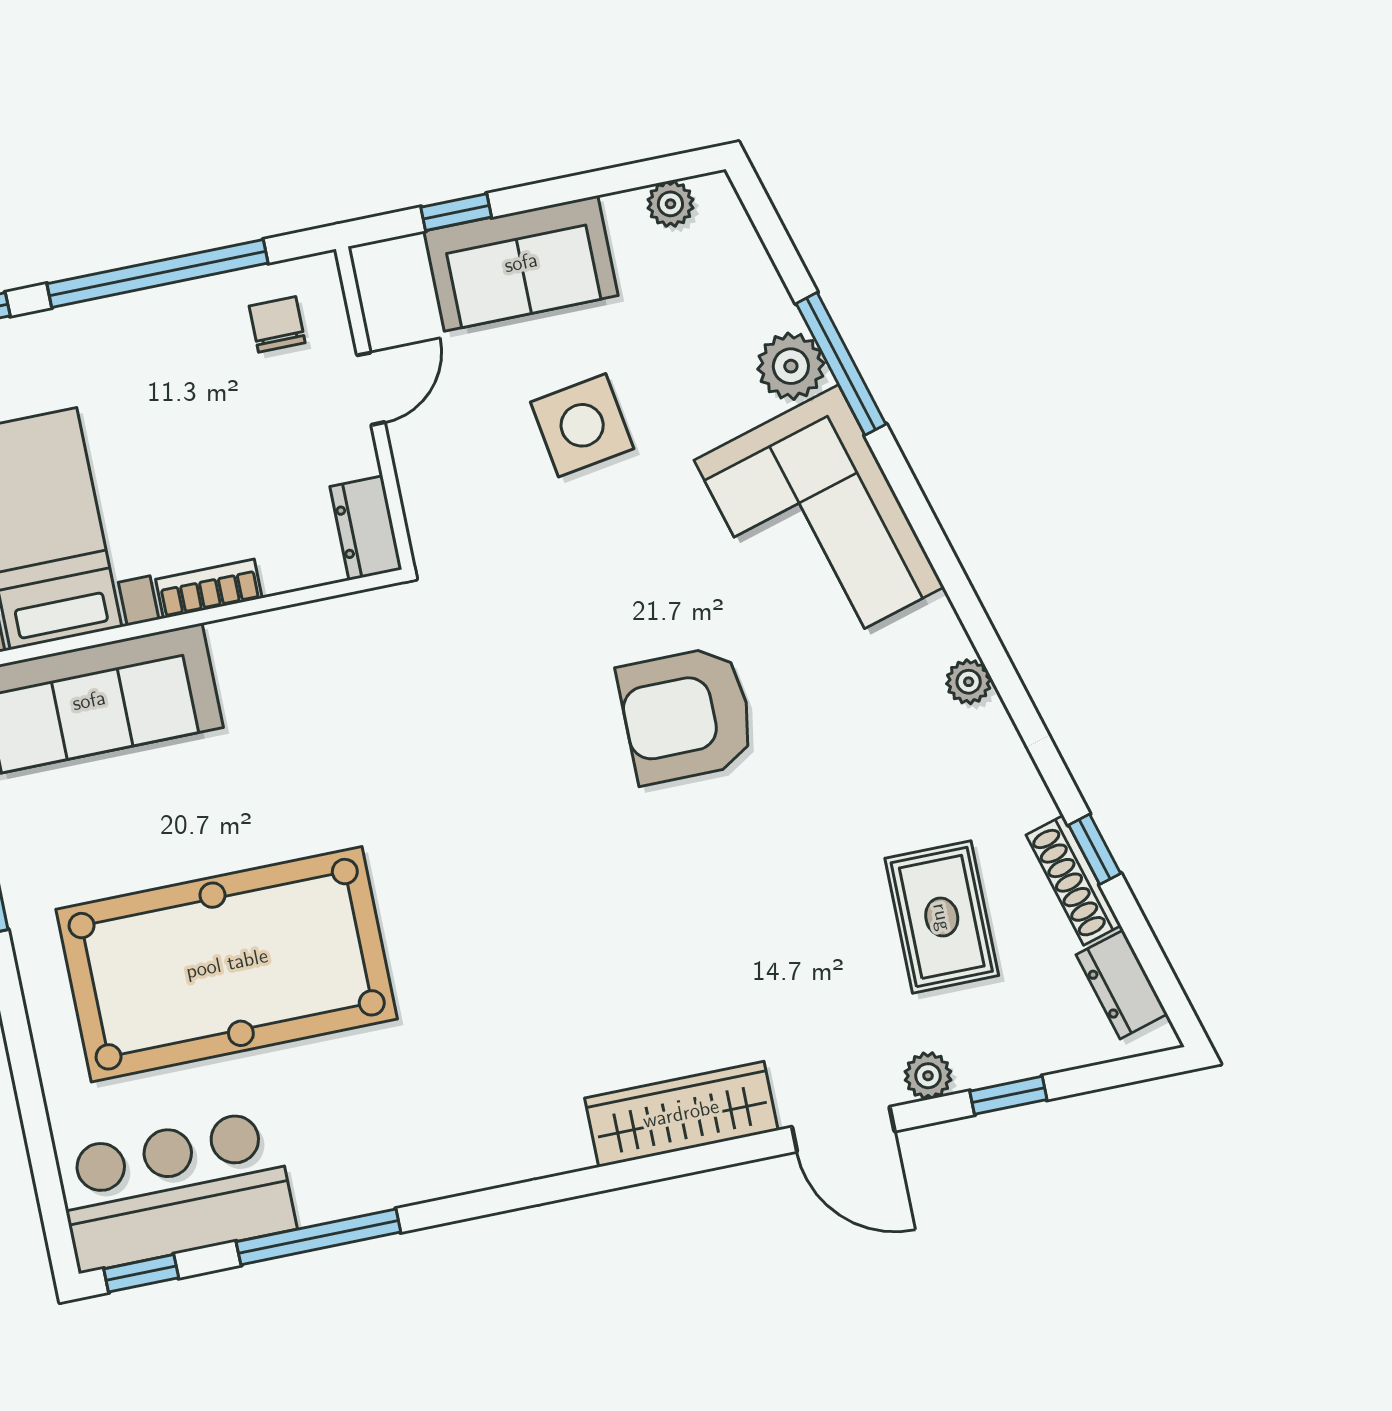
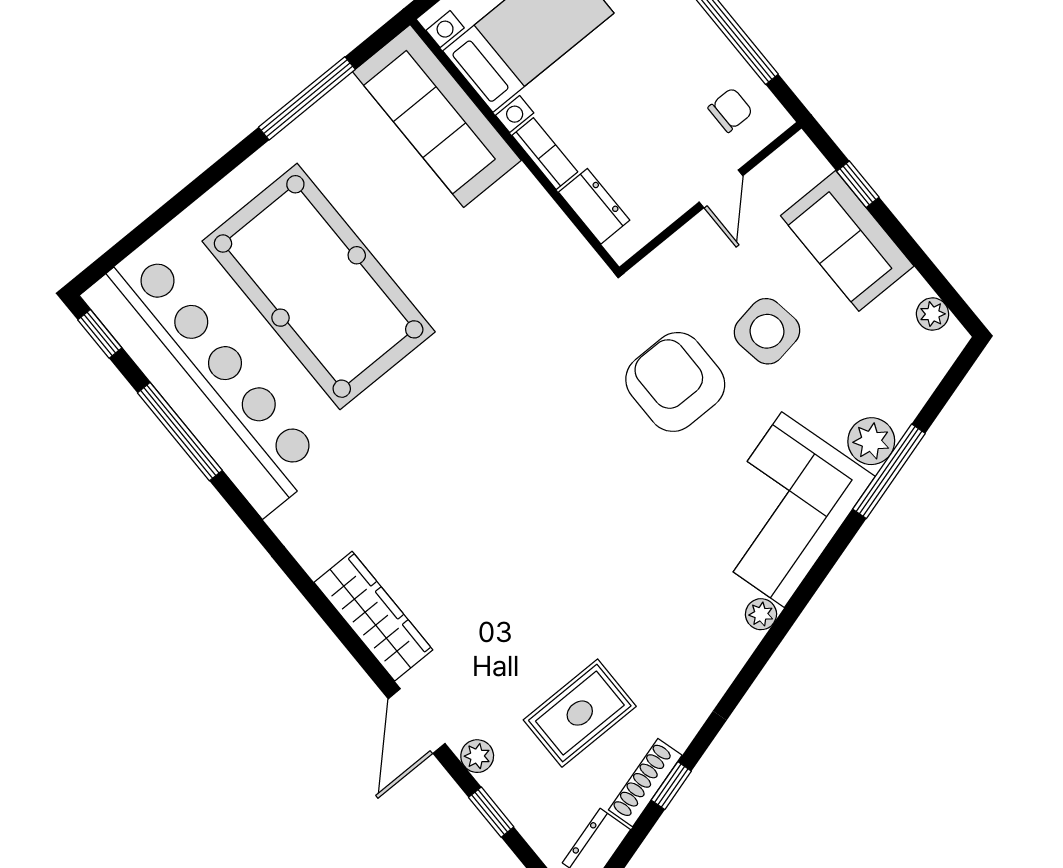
door: (371, 389) -> (721, 189), hinge flipped
dresser: (366, 528) -> (594, 206), moved, turned 90
plant: (969, 682) -> (761, 614), moved
armchair: (687, 715) -> (675, 382), moved
bar counter: (175, 1191) -> (204, 380), width x1.86

